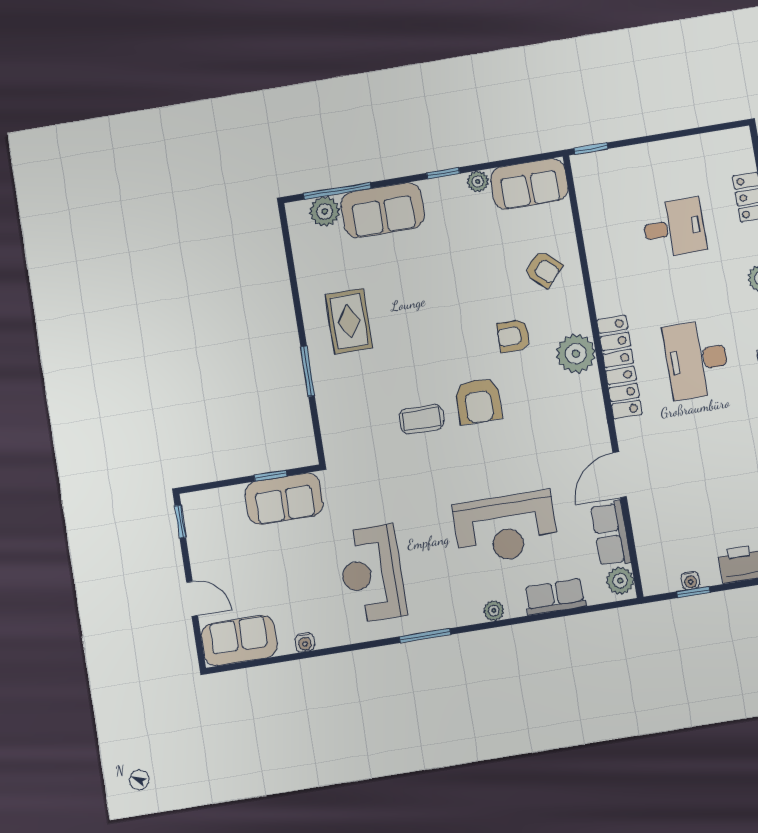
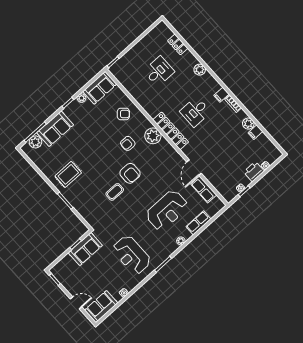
rug: (349, 321) -> (68, 174), turned 90
desk: (697, 360) -> (195, 112), width x0.73
plant: (620, 581) -> (217, 203), removed

